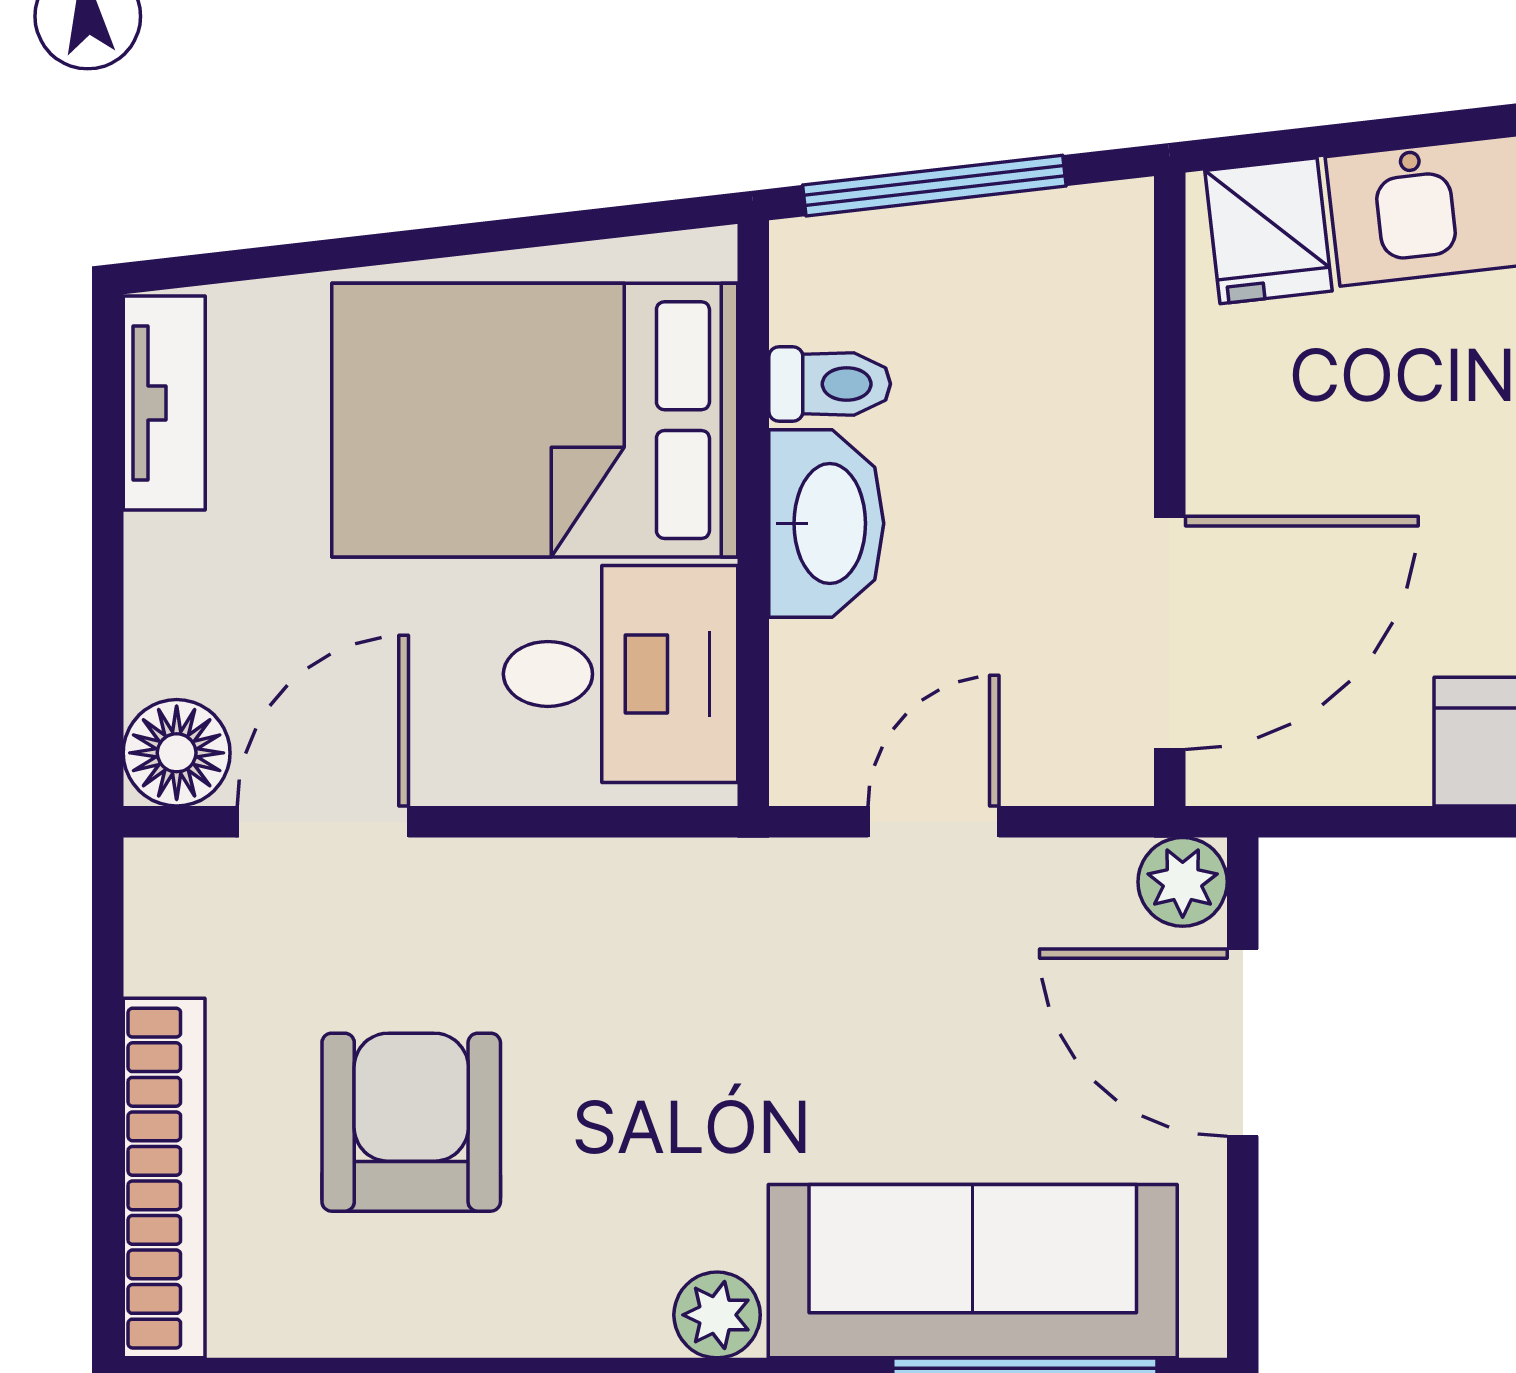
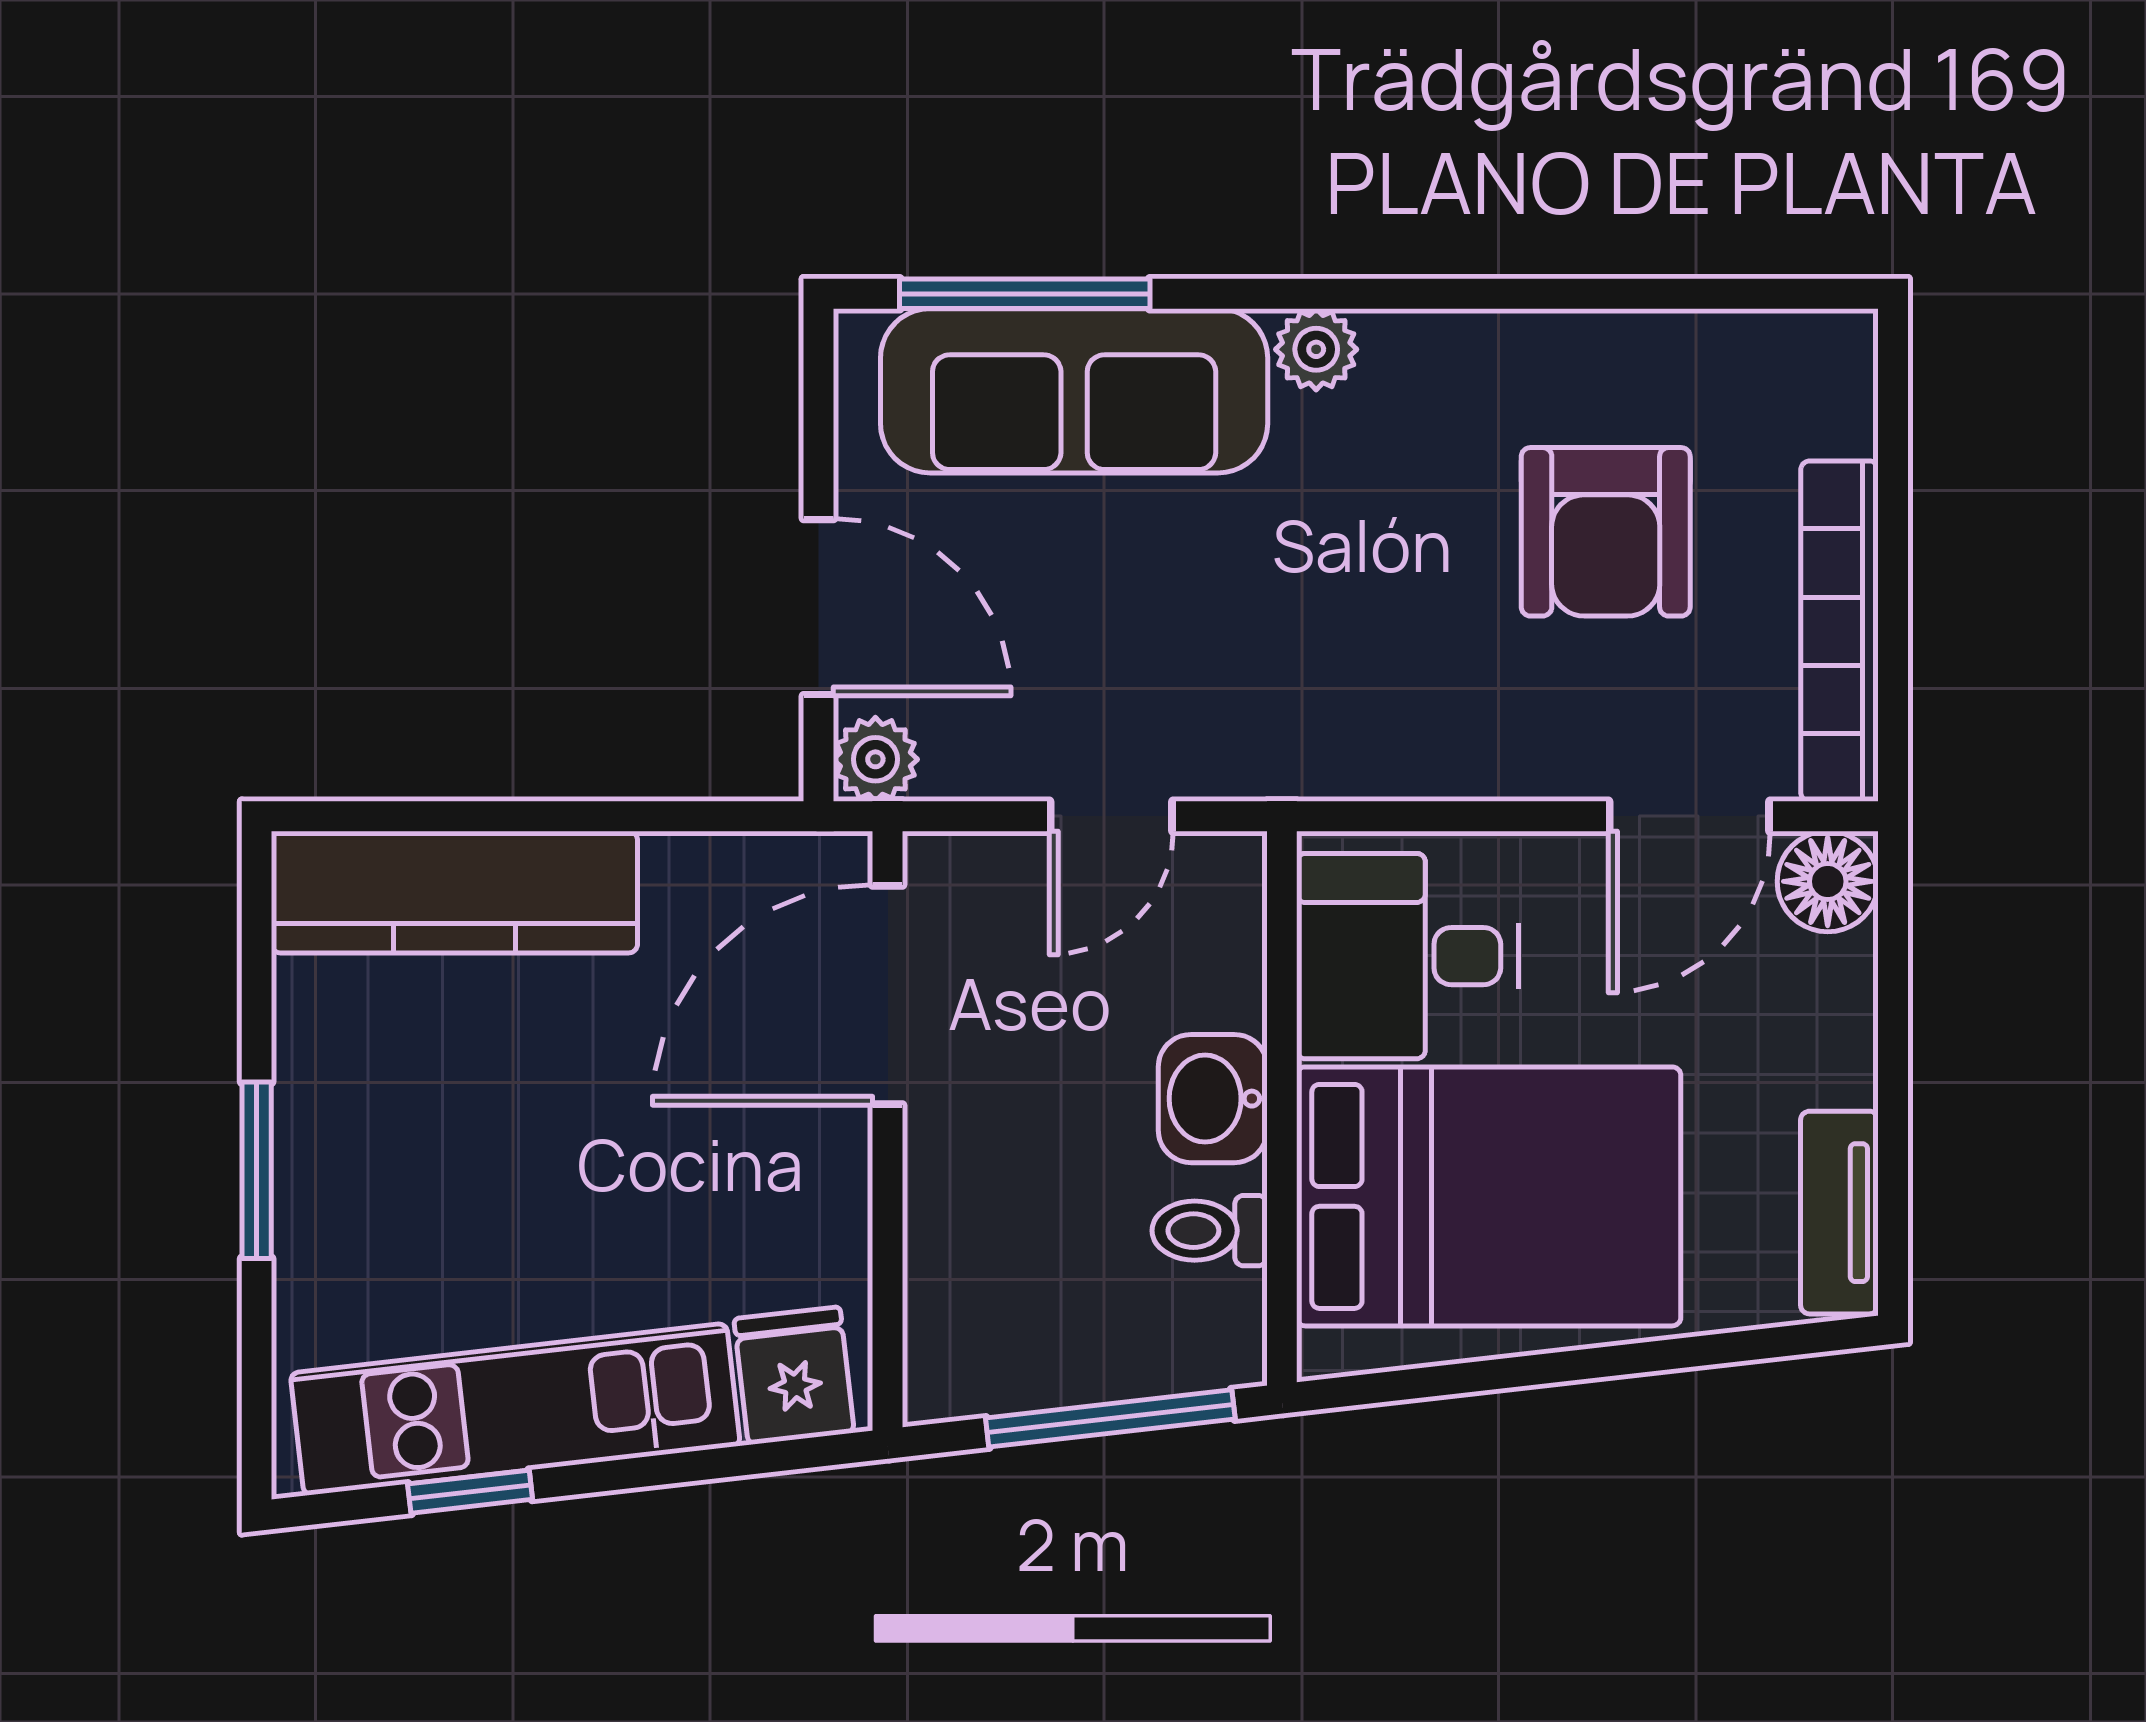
washbasin: (826, 523) -> (1213, 1099), width x0.72
bookcase: (164, 1178) -> (1840, 631), moved

